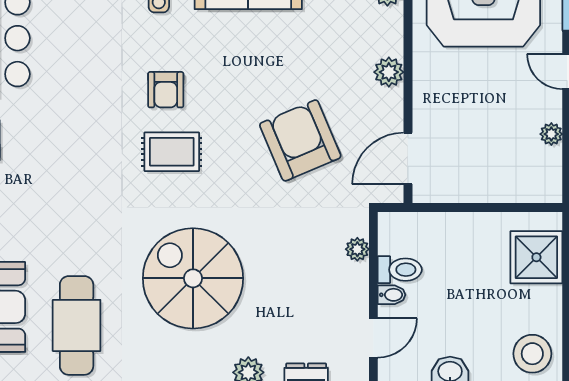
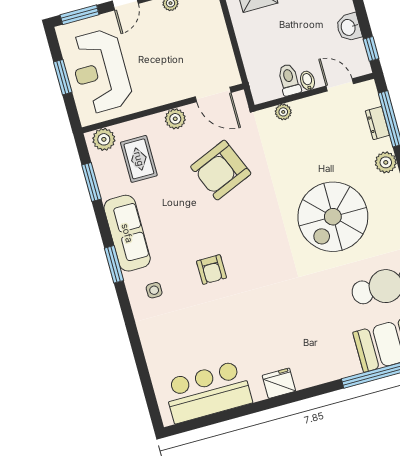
plant: (389, 72) -> (175, 119), moved
armchair: (166, 90) -> (211, 270), turned 90
rug: (172, 152) -> (139, 159), moved

